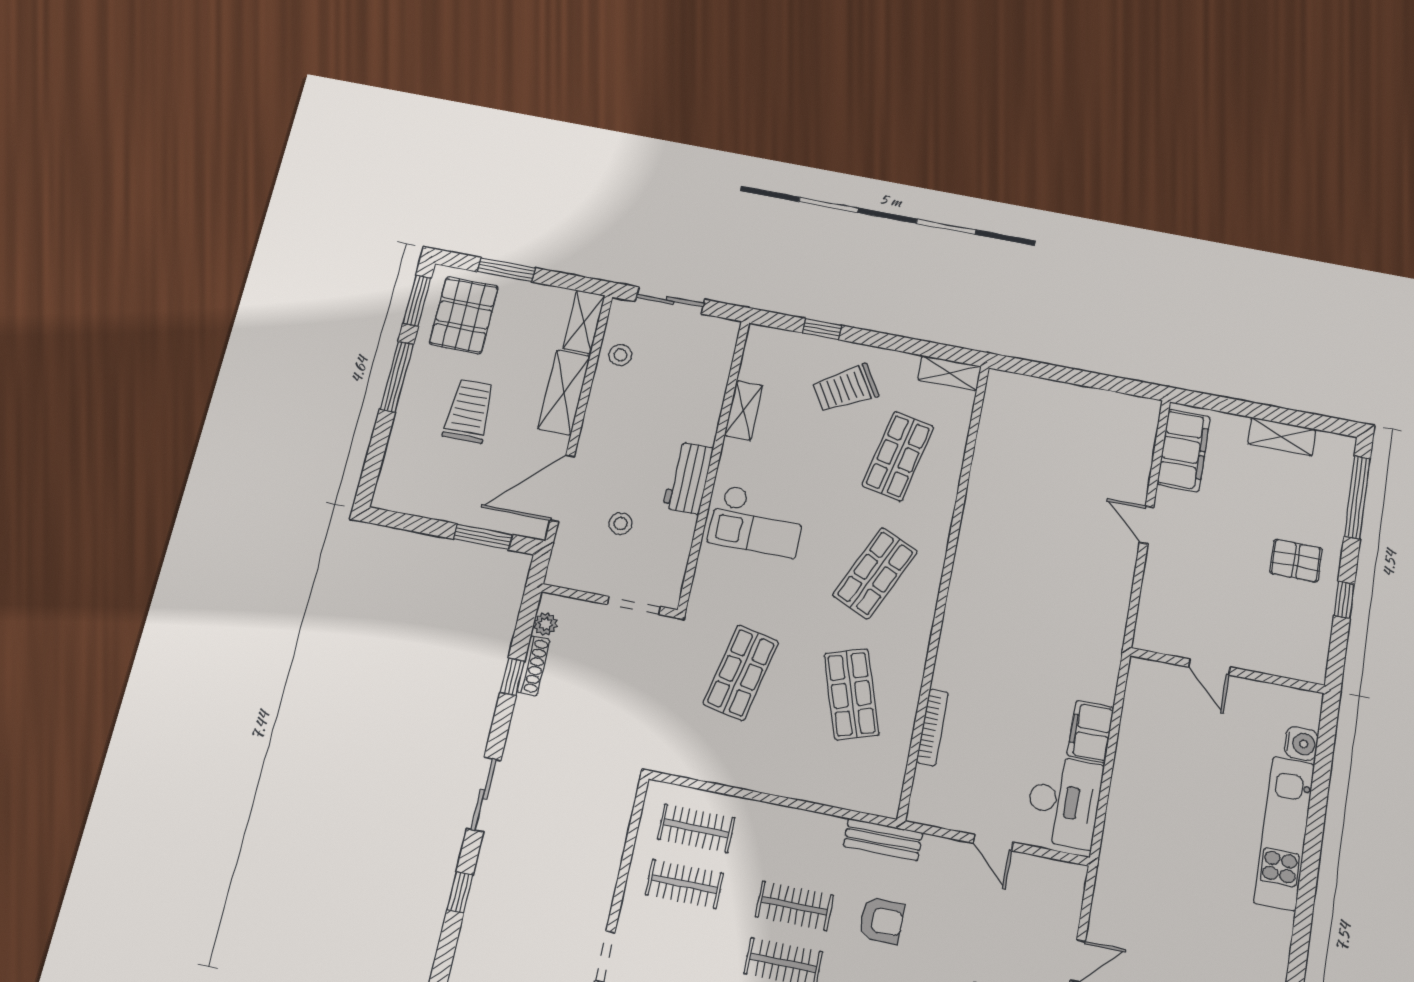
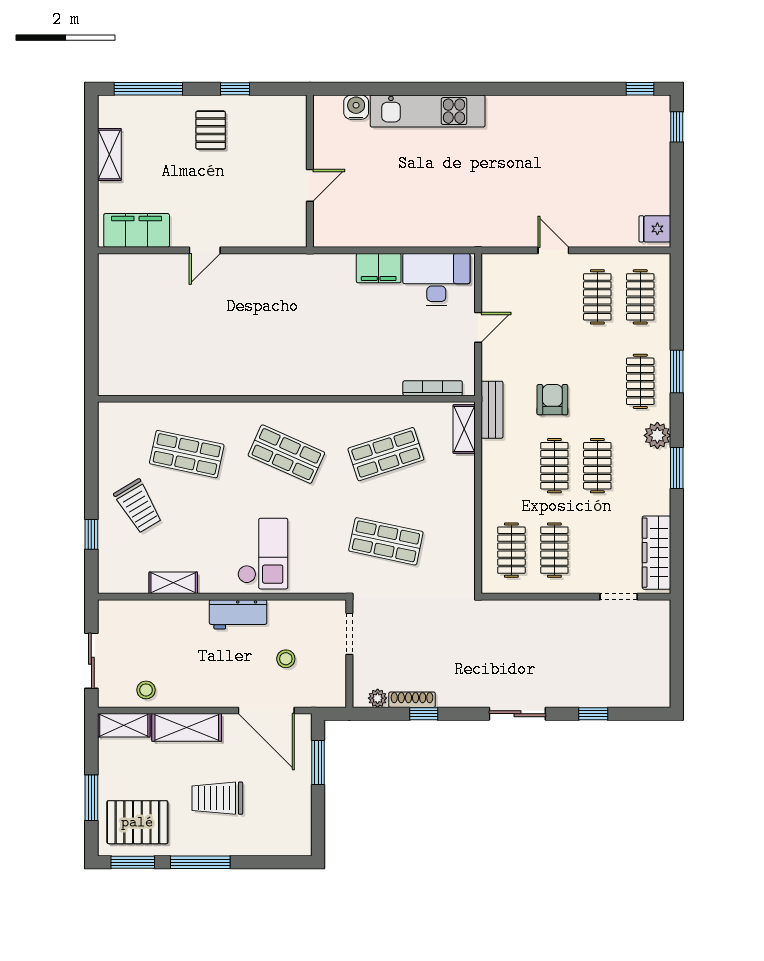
shelving: (949, 373) -> (464, 429), moved
bookcase: (932, 727) -> (433, 388), moved

